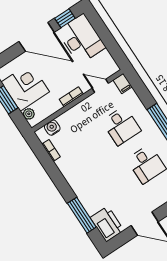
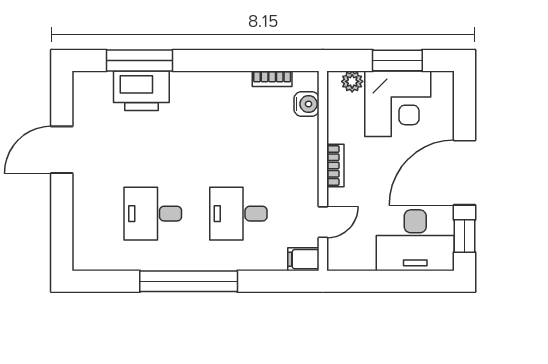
printer: (107, 224) -> (141, 91), moved

